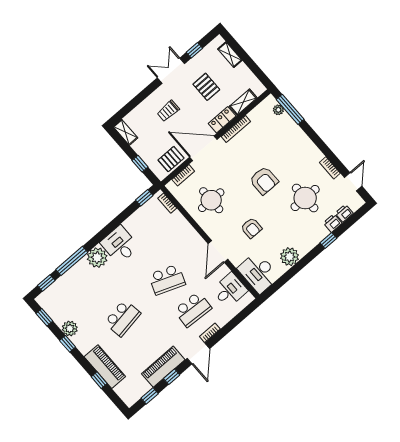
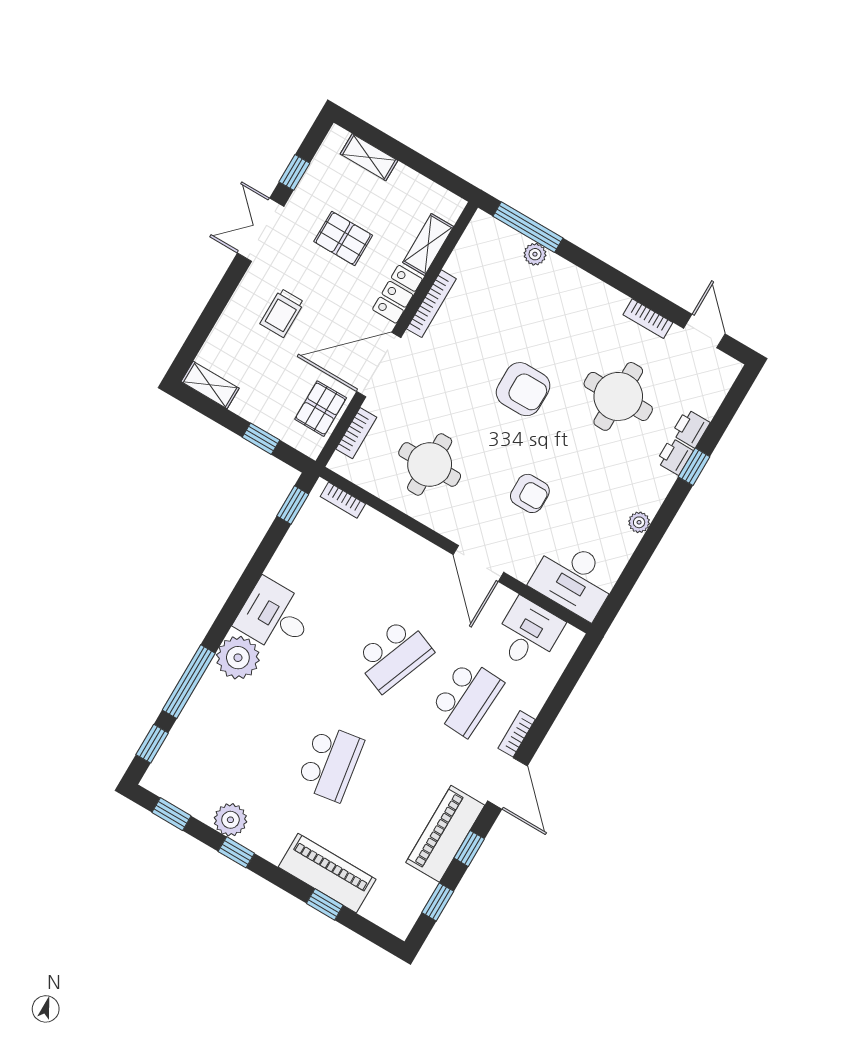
plant: (278, 110) -> (535, 254), moved
printer: (344, 213) -> (675, 456), moved
plant: (289, 257) -> (639, 522), width x0.53, depth x0.53

